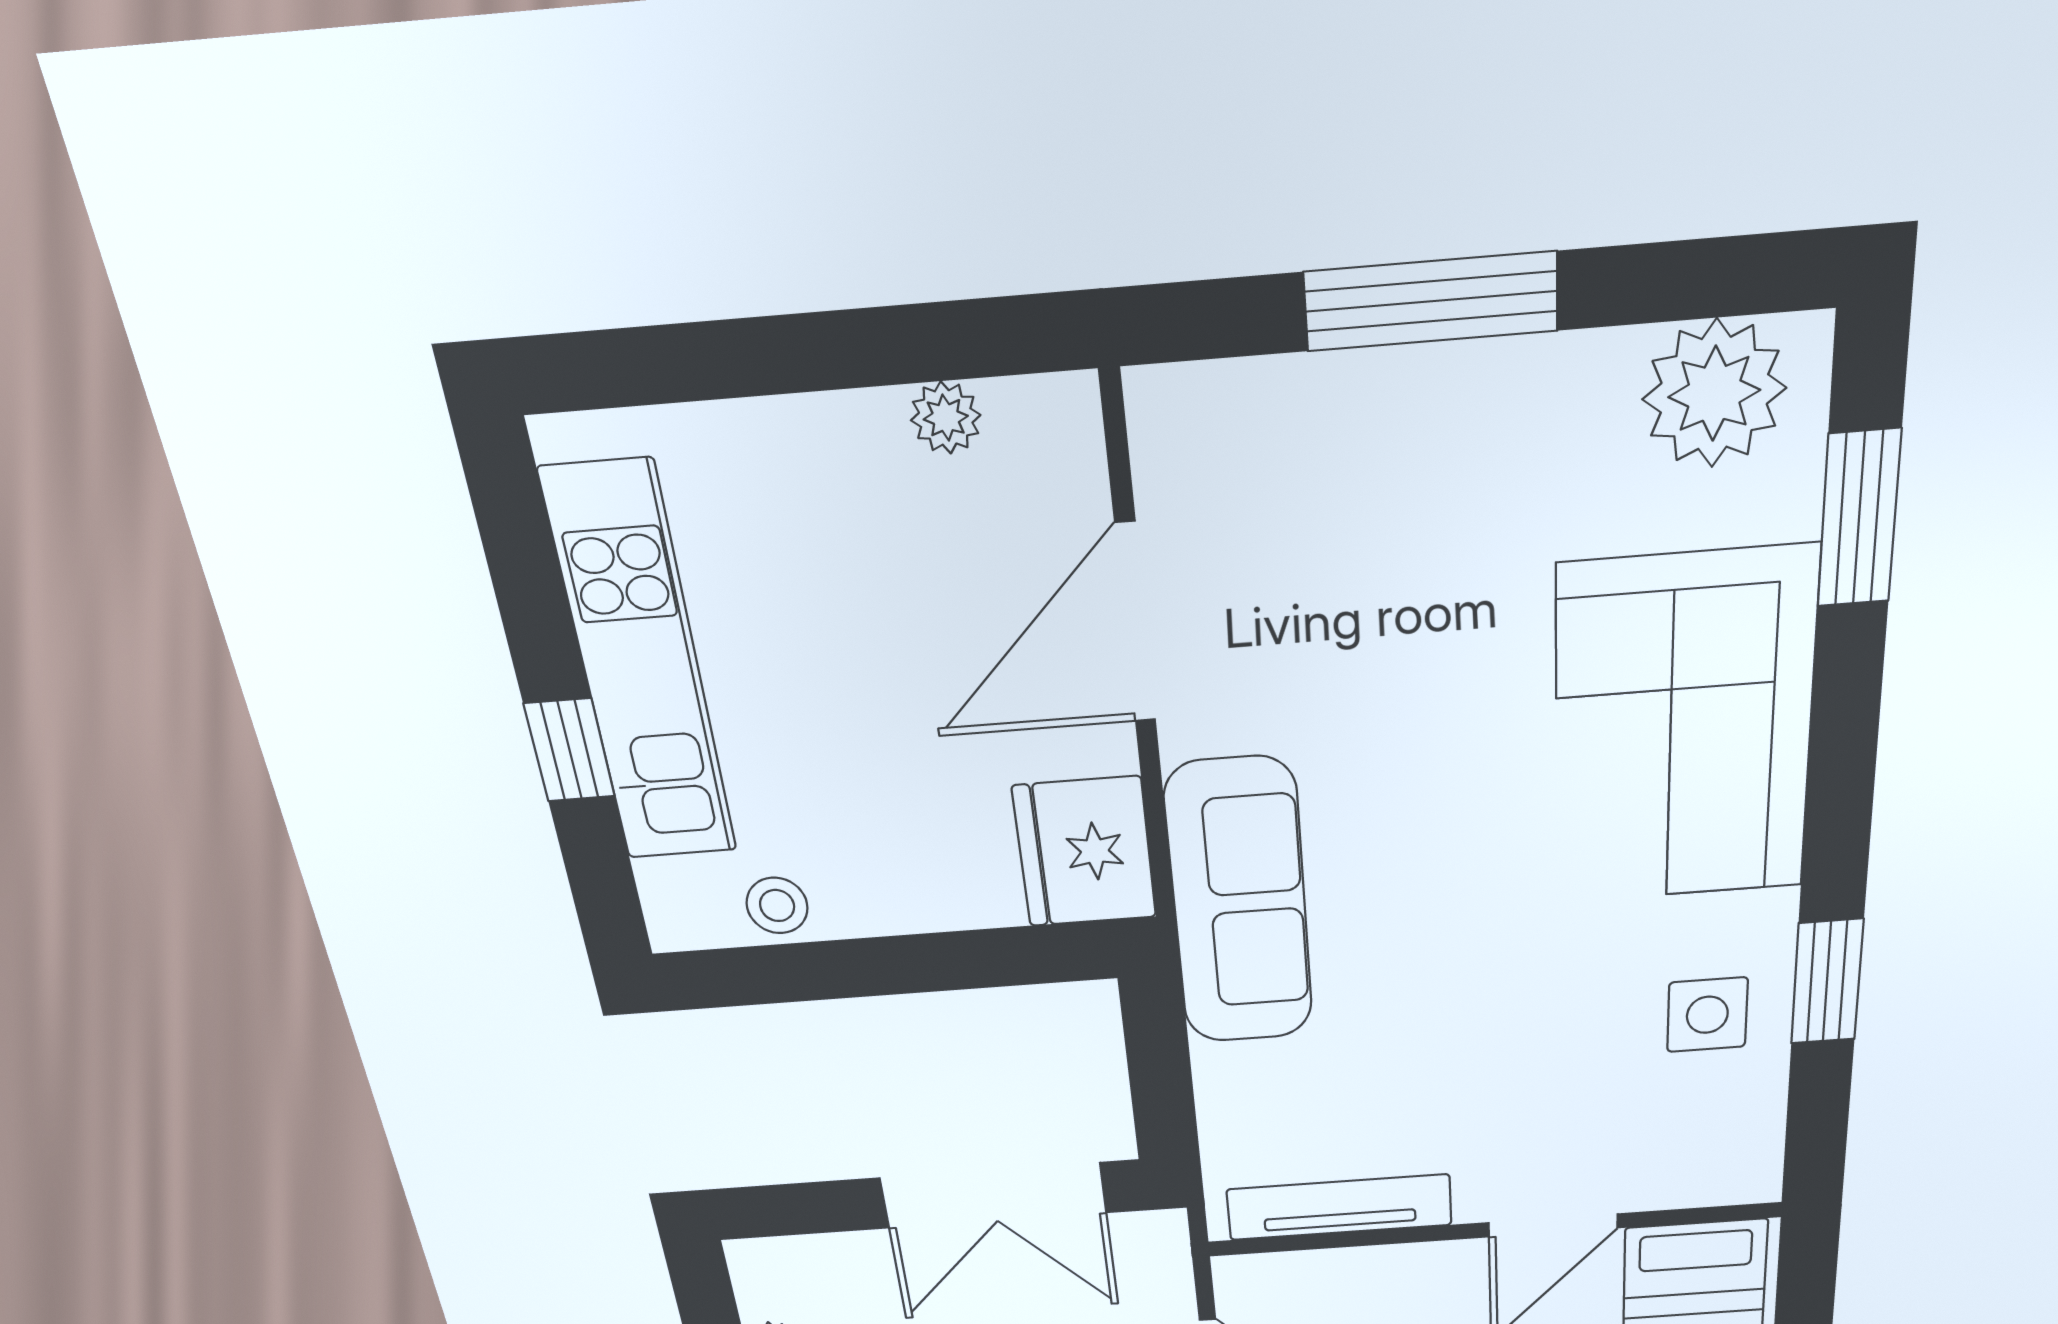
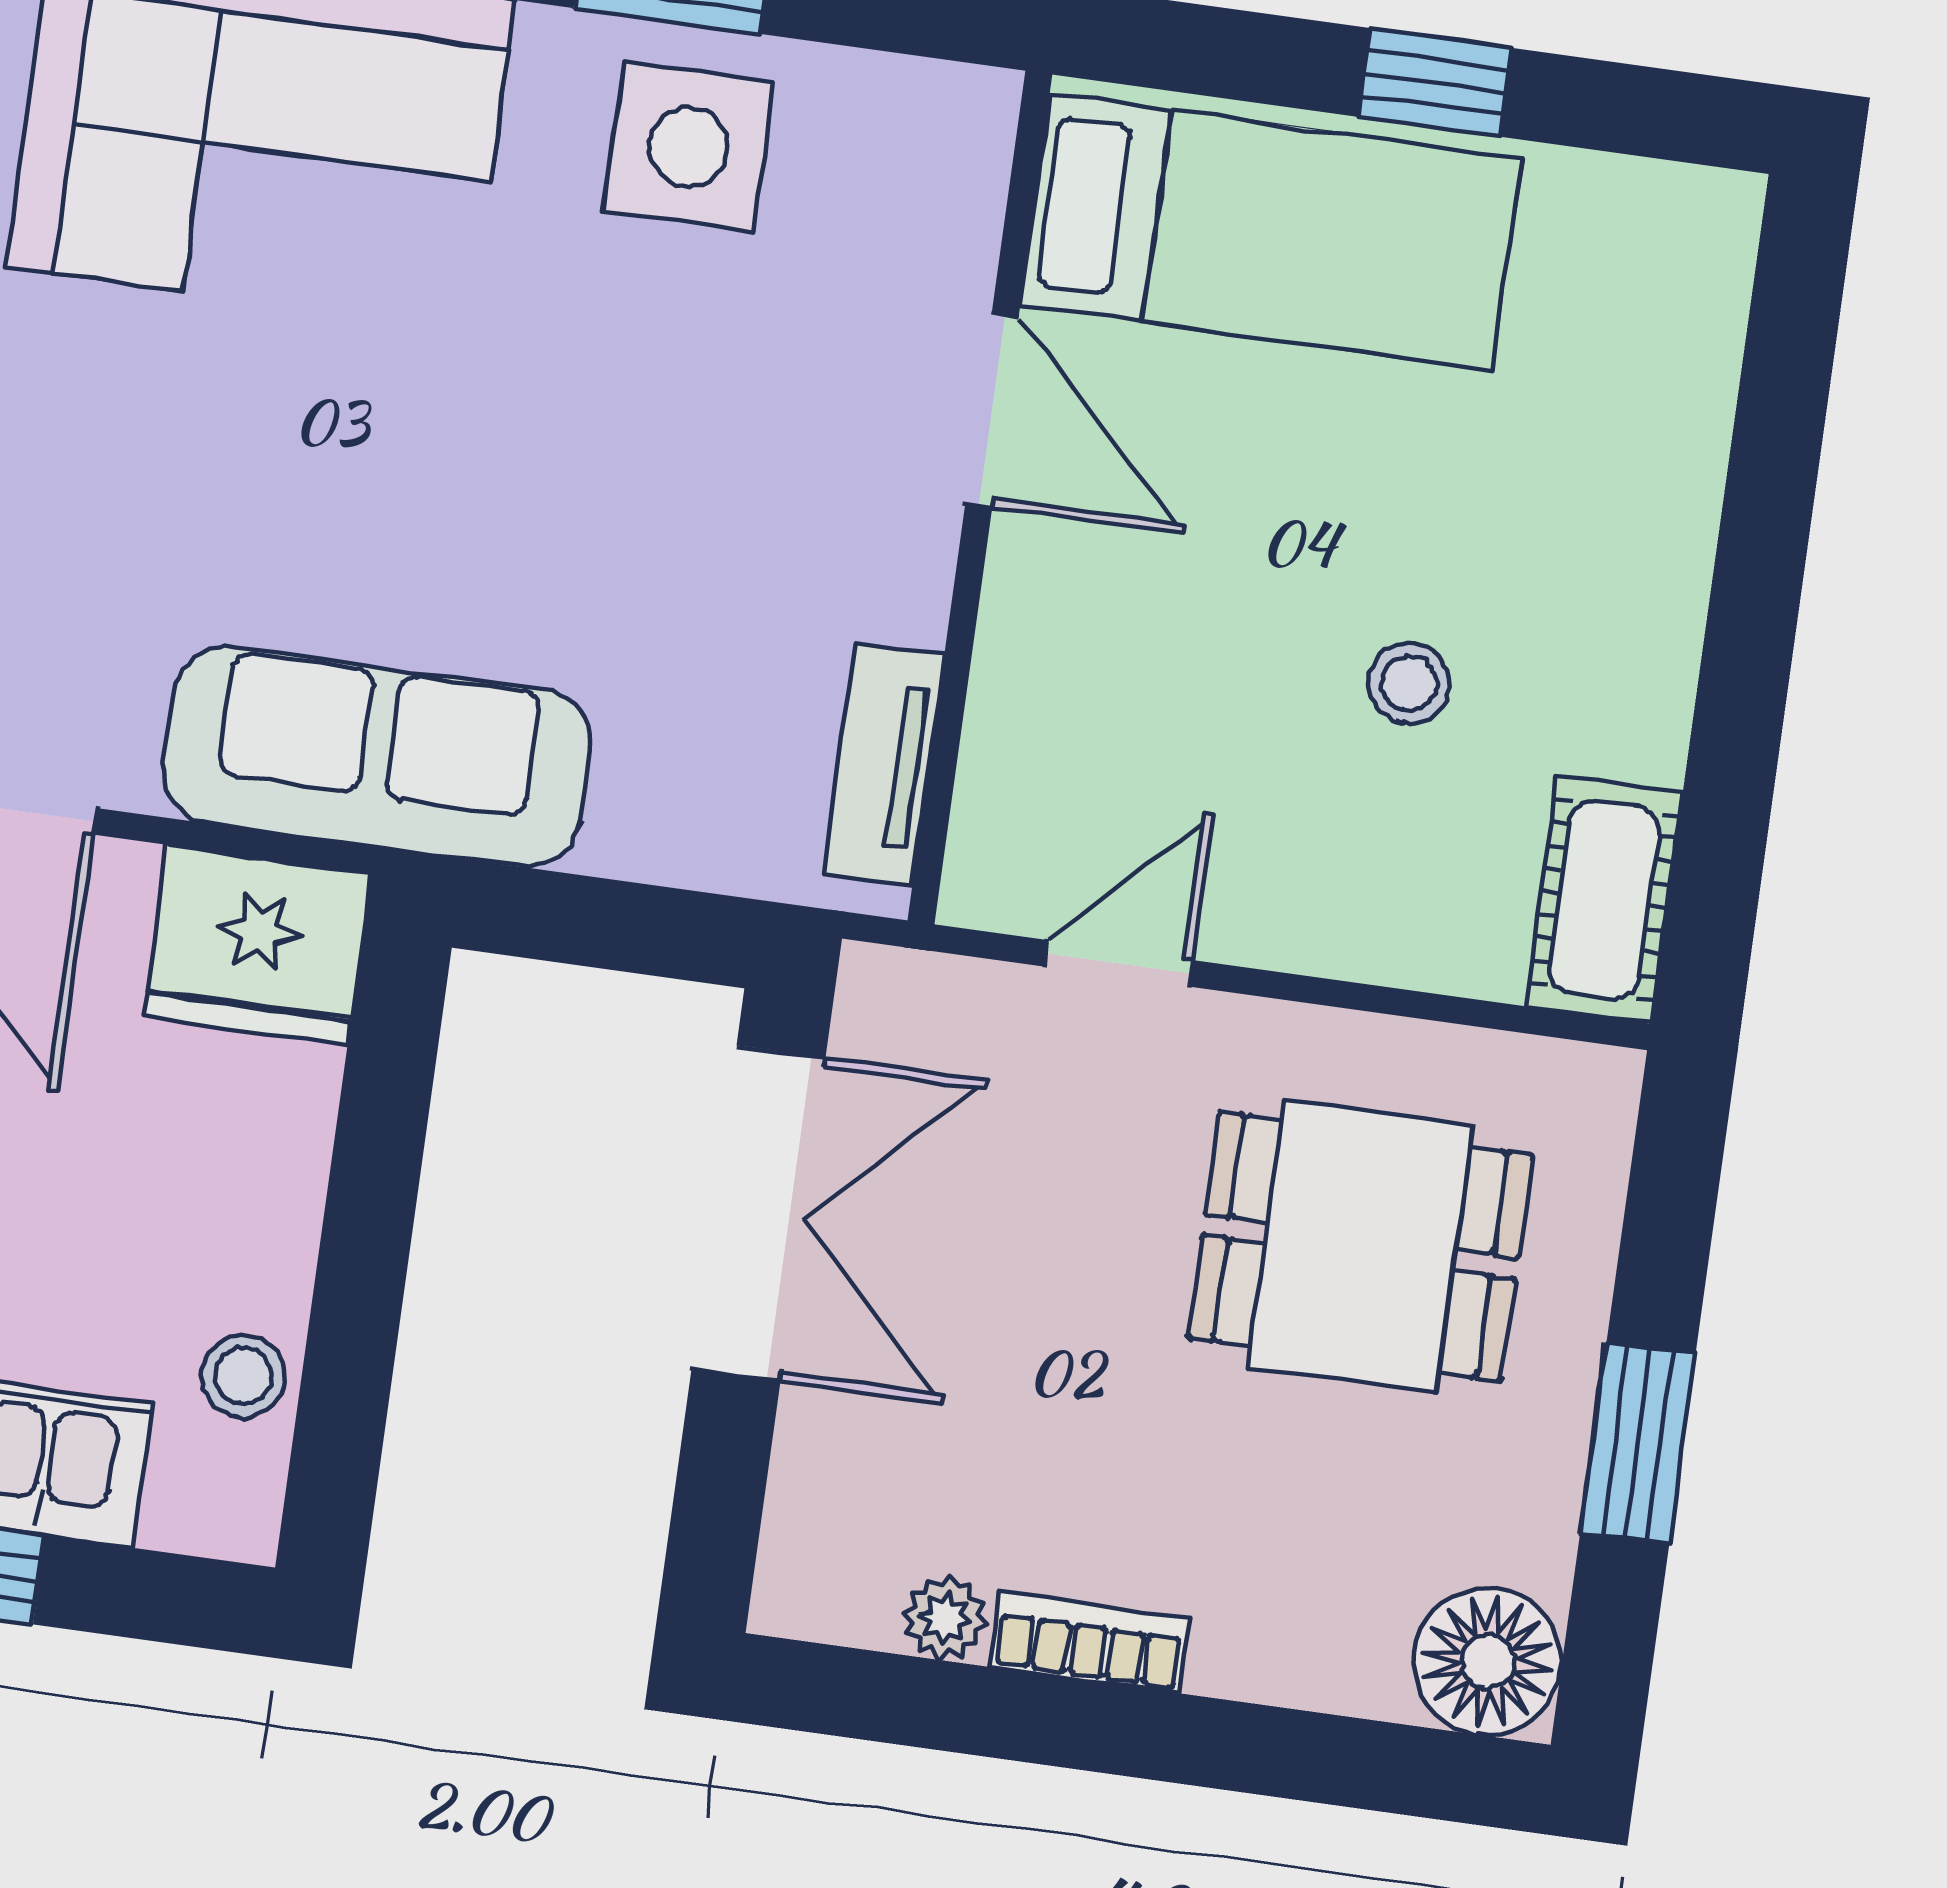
side table: (1707, 1015) -> (688, 147), width x1.37, depth x1.37
tv unit: (1339, 1207) -> (884, 764), width x0.71

